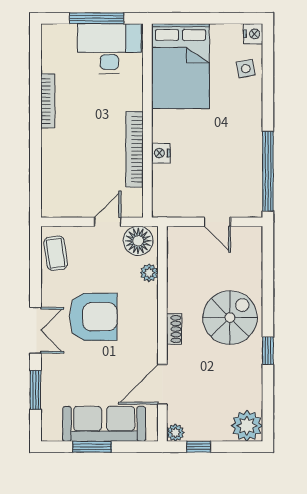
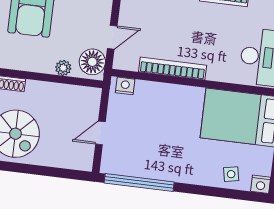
nightstand: (161, 153) -> (125, 86), moved
door: (108, 222) -> (112, 37), hinge flipped

